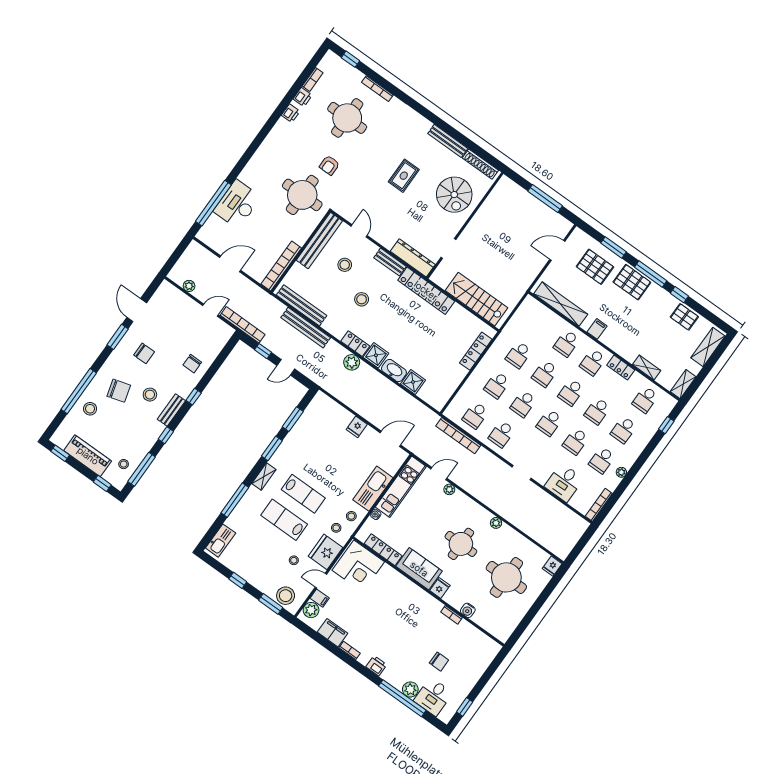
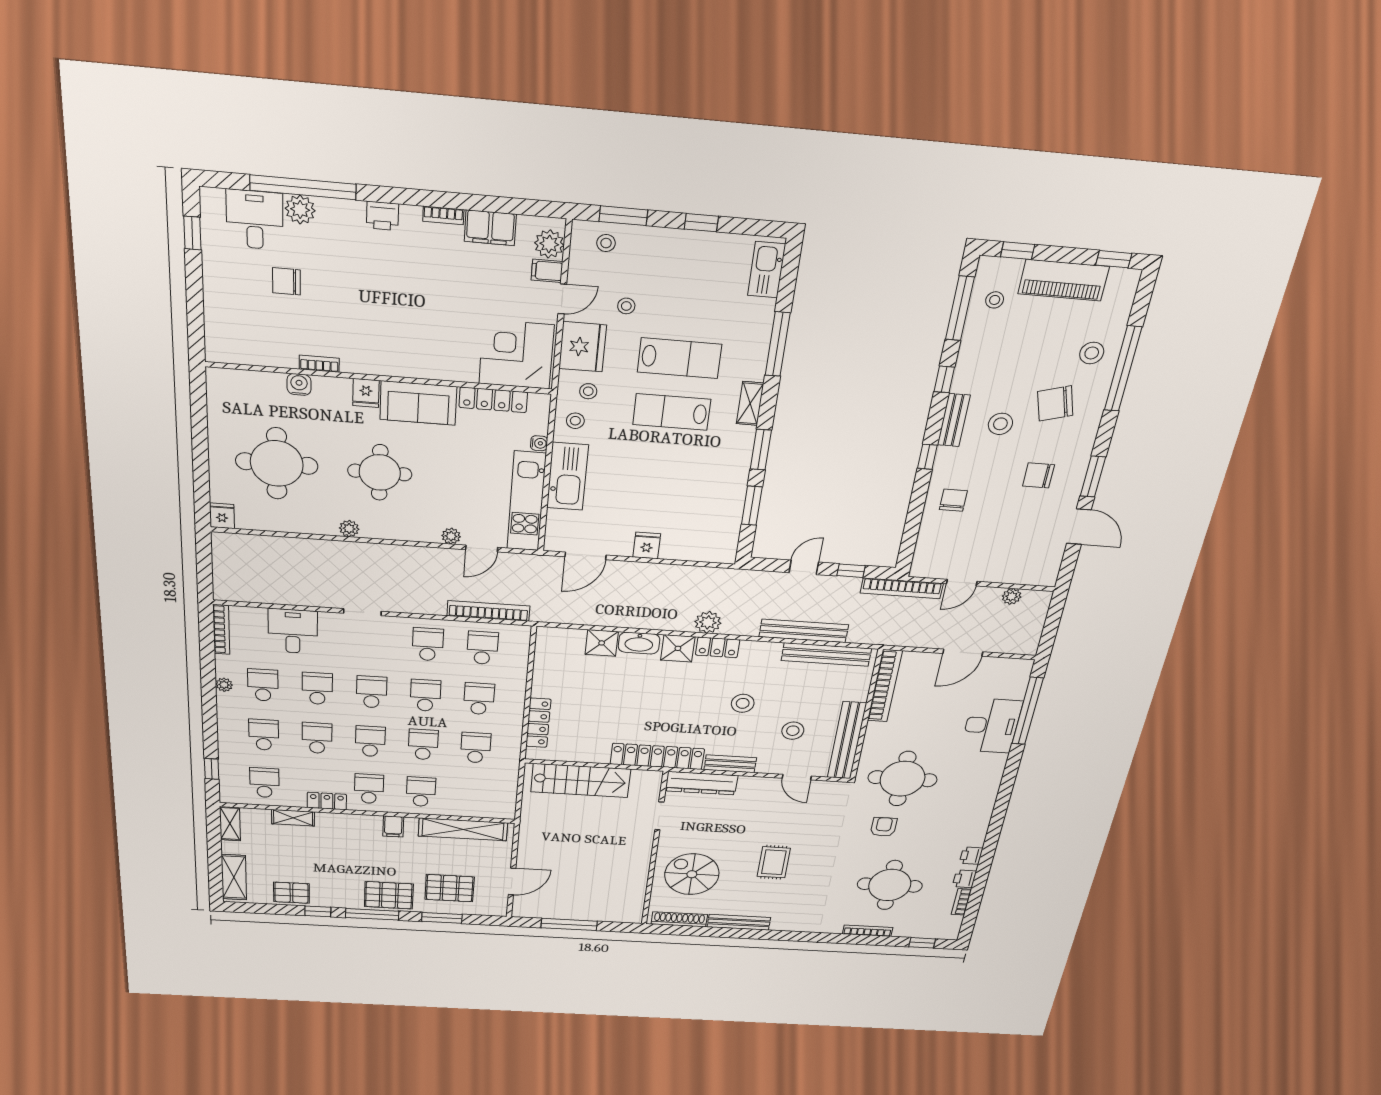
stool: (286, 596) -> (606, 243), width x0.53, depth x0.53

